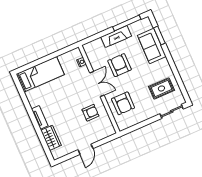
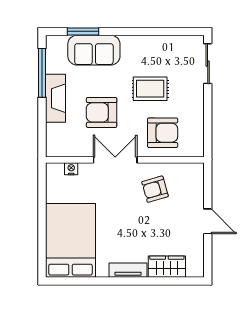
bed: (40, 74) -> (70, 240), width x1.50
rug: (161, 88) -> (150, 89), moved, turned 90
armchair: (90, 113) -> (155, 189), turned -106

